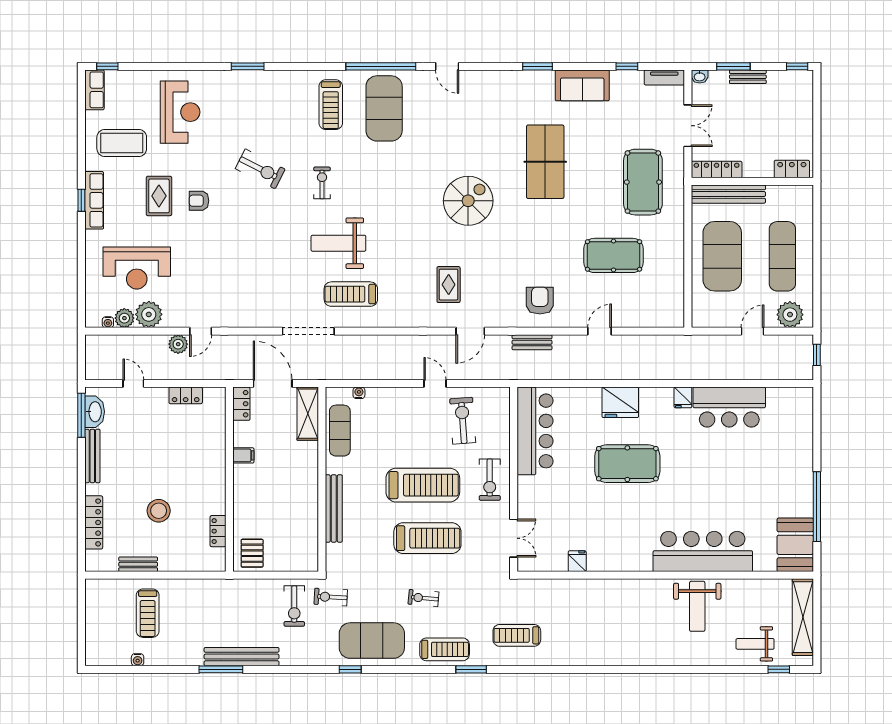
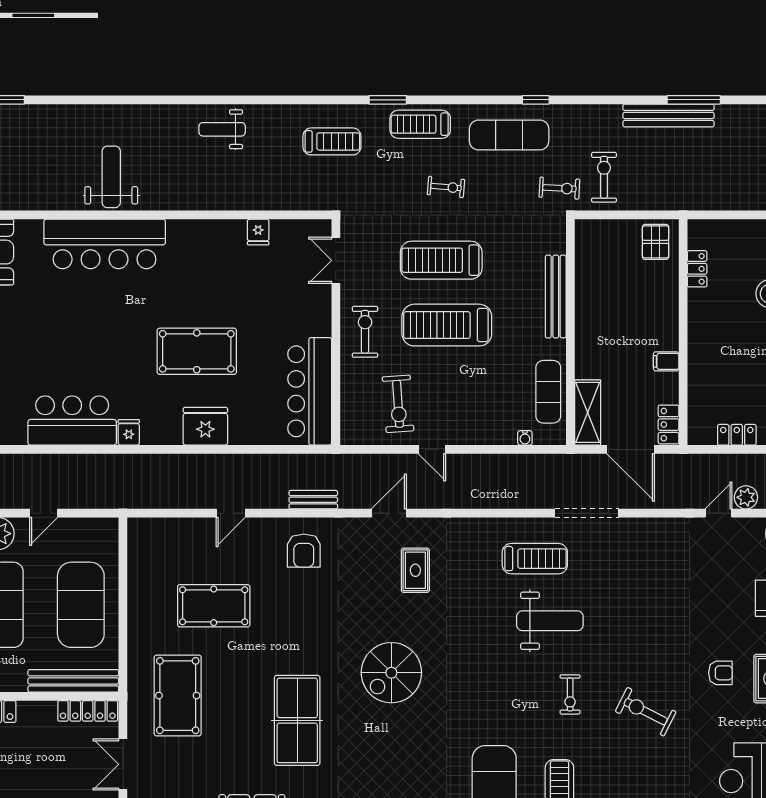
exercise mat: (372, 641) -> (509, 135), width x0.68
weight bench: (755, 644) -> (222, 129), moved, turned 180

